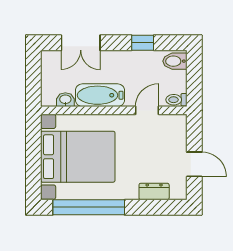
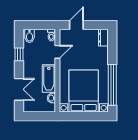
door: (147, 110) -> (57, 52), swing flipped
door: (194, 164) -> (76, 25), moved
dresser: (154, 192) -> (103, 38), moved

